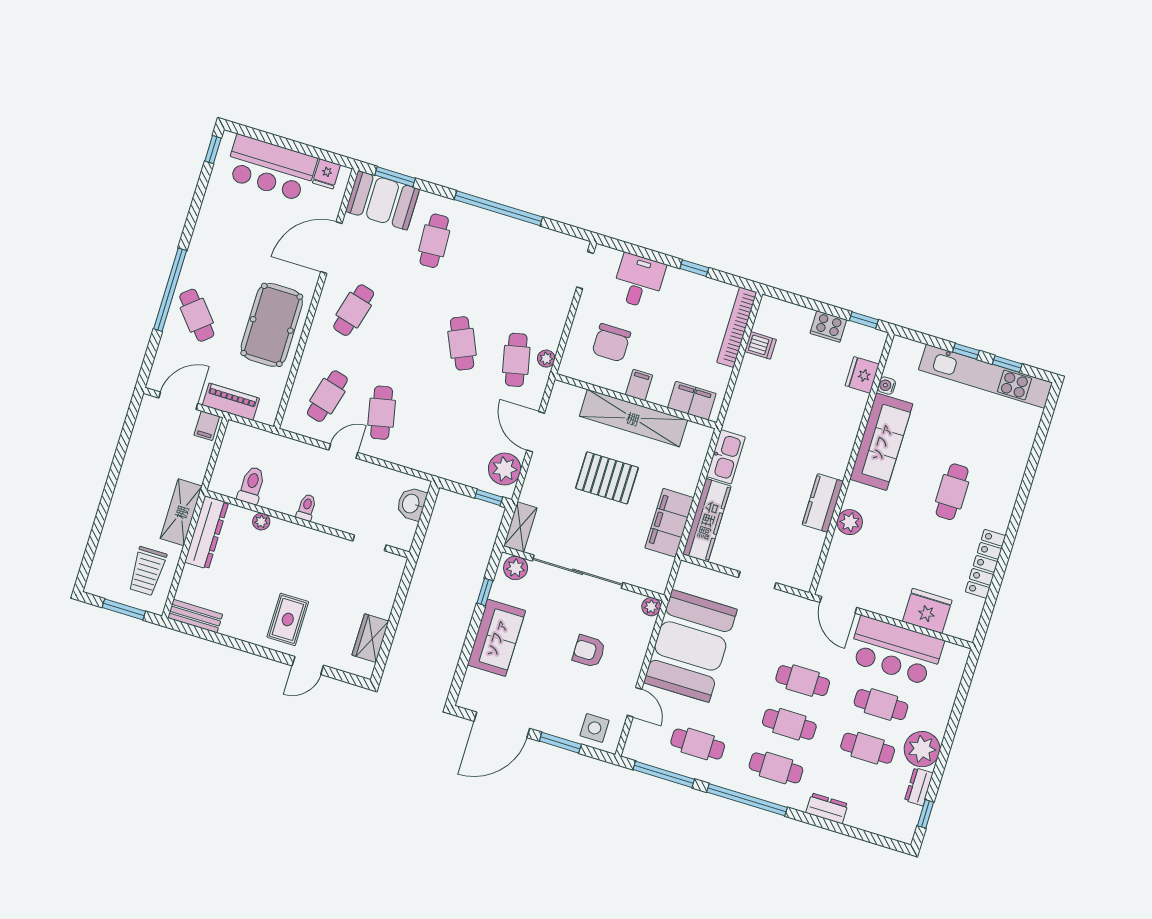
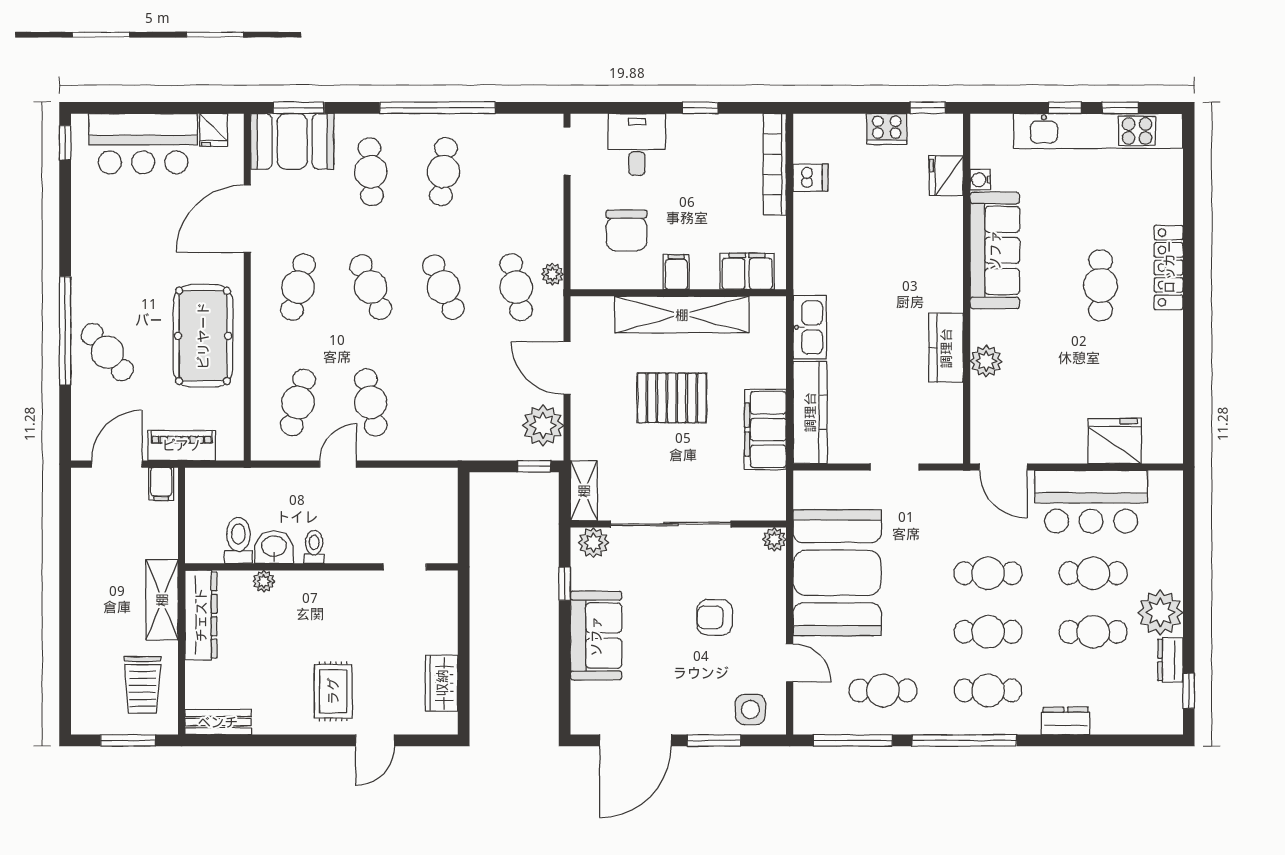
cafe table: (488, 257) -> (443, 172), added
cafe table: (408, 327) -> (371, 287), added
washbasin: (411, 504) -> (274, 547), moved, turned 90
locker: (986, 564) -> (1169, 267), moved

